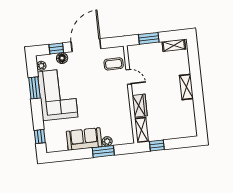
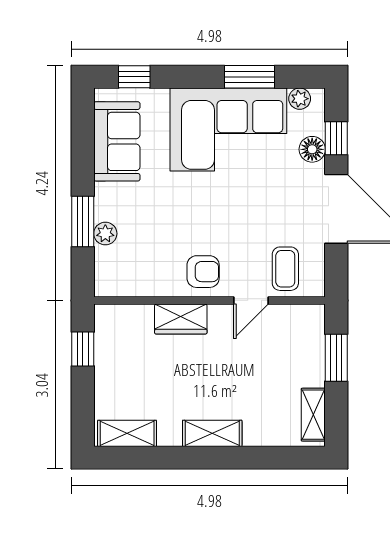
armchair: (119, 98) -> (203, 272), added
shelving: (141, 130) -> (127, 433), moved
sofa: (84, 139) -> (117, 141), moved

